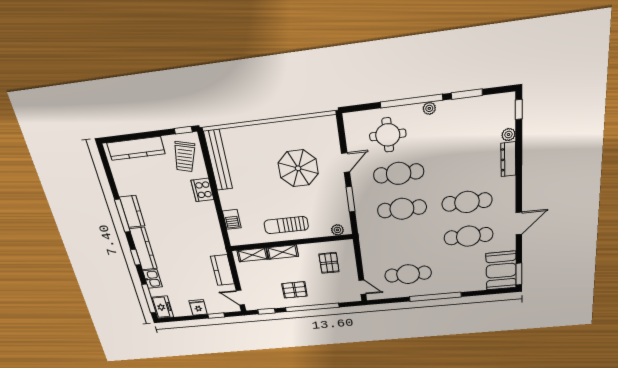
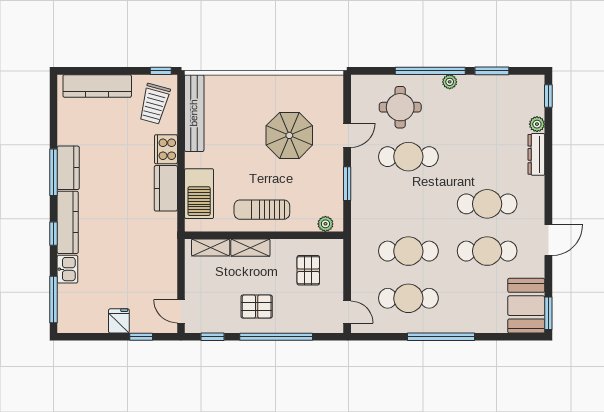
cafe table: (402, 209) -> (408, 251), moved
barbecue: (232, 219) -> (199, 194), width x1.88, depth x1.53
kitchen counter: (222, 270) -> (166, 188), moved
freezer: (162, 307) -> (69, 315), removed

